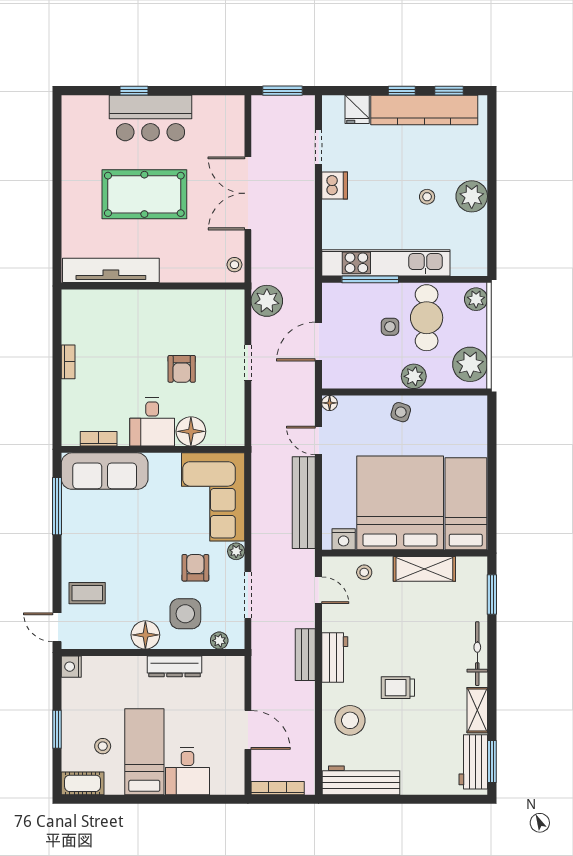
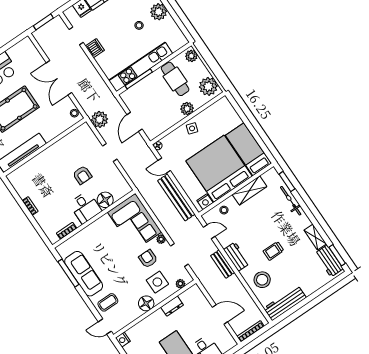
side table: (390, 327) -> (162, 94), removed
sofa: (105, 471) -> (84, 274), moved, turned -90
bicycle: (477, 654) -> (291, 201), moved
dresser: (175, 666) -> (172, 306), width x0.70

